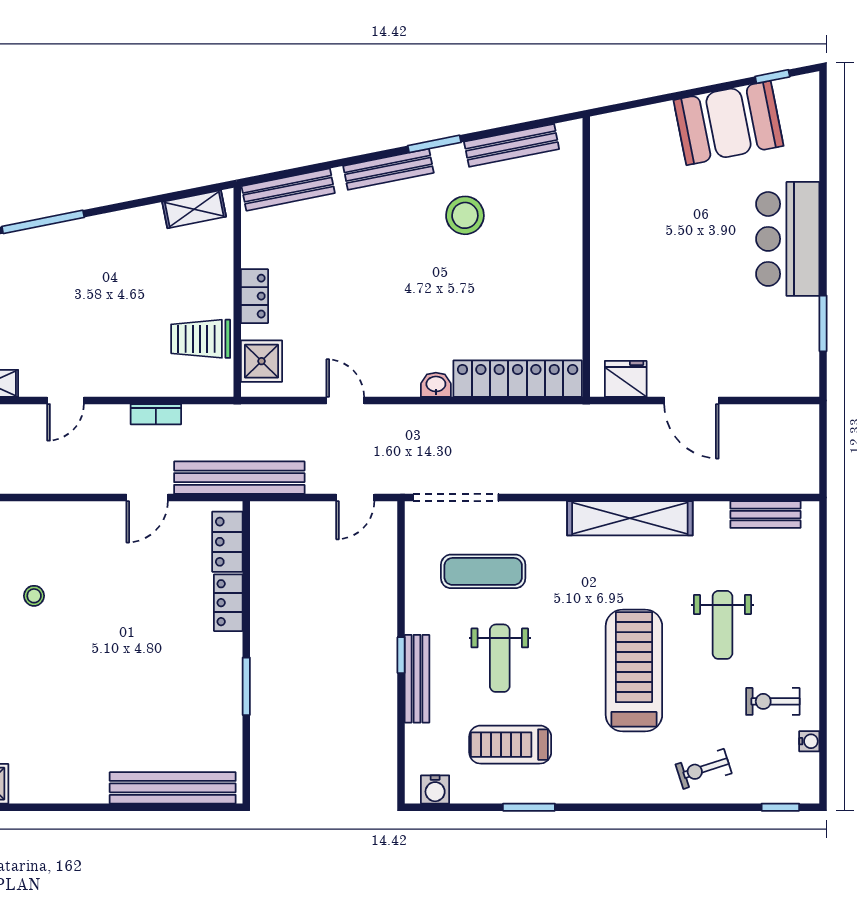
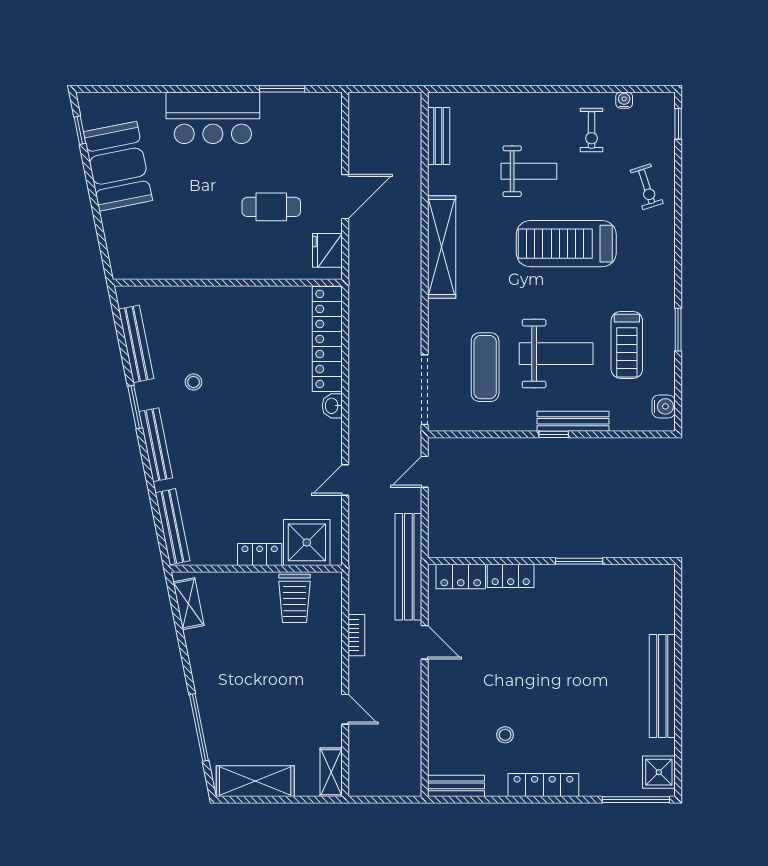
stool: (465, 215) -> (194, 382), width x0.53, depth x0.53
cafe table: (679, 310) -> (271, 207), added
shower: (261, 361) -> (307, 542), width x1.36, depth x1.36
door: (355, 498) -> (425, 472), swing flipped
weight bench: (500, 658) -> (556, 354), width x1.36, depth x1.33
bench: (173, 788) -> (662, 686), moved

